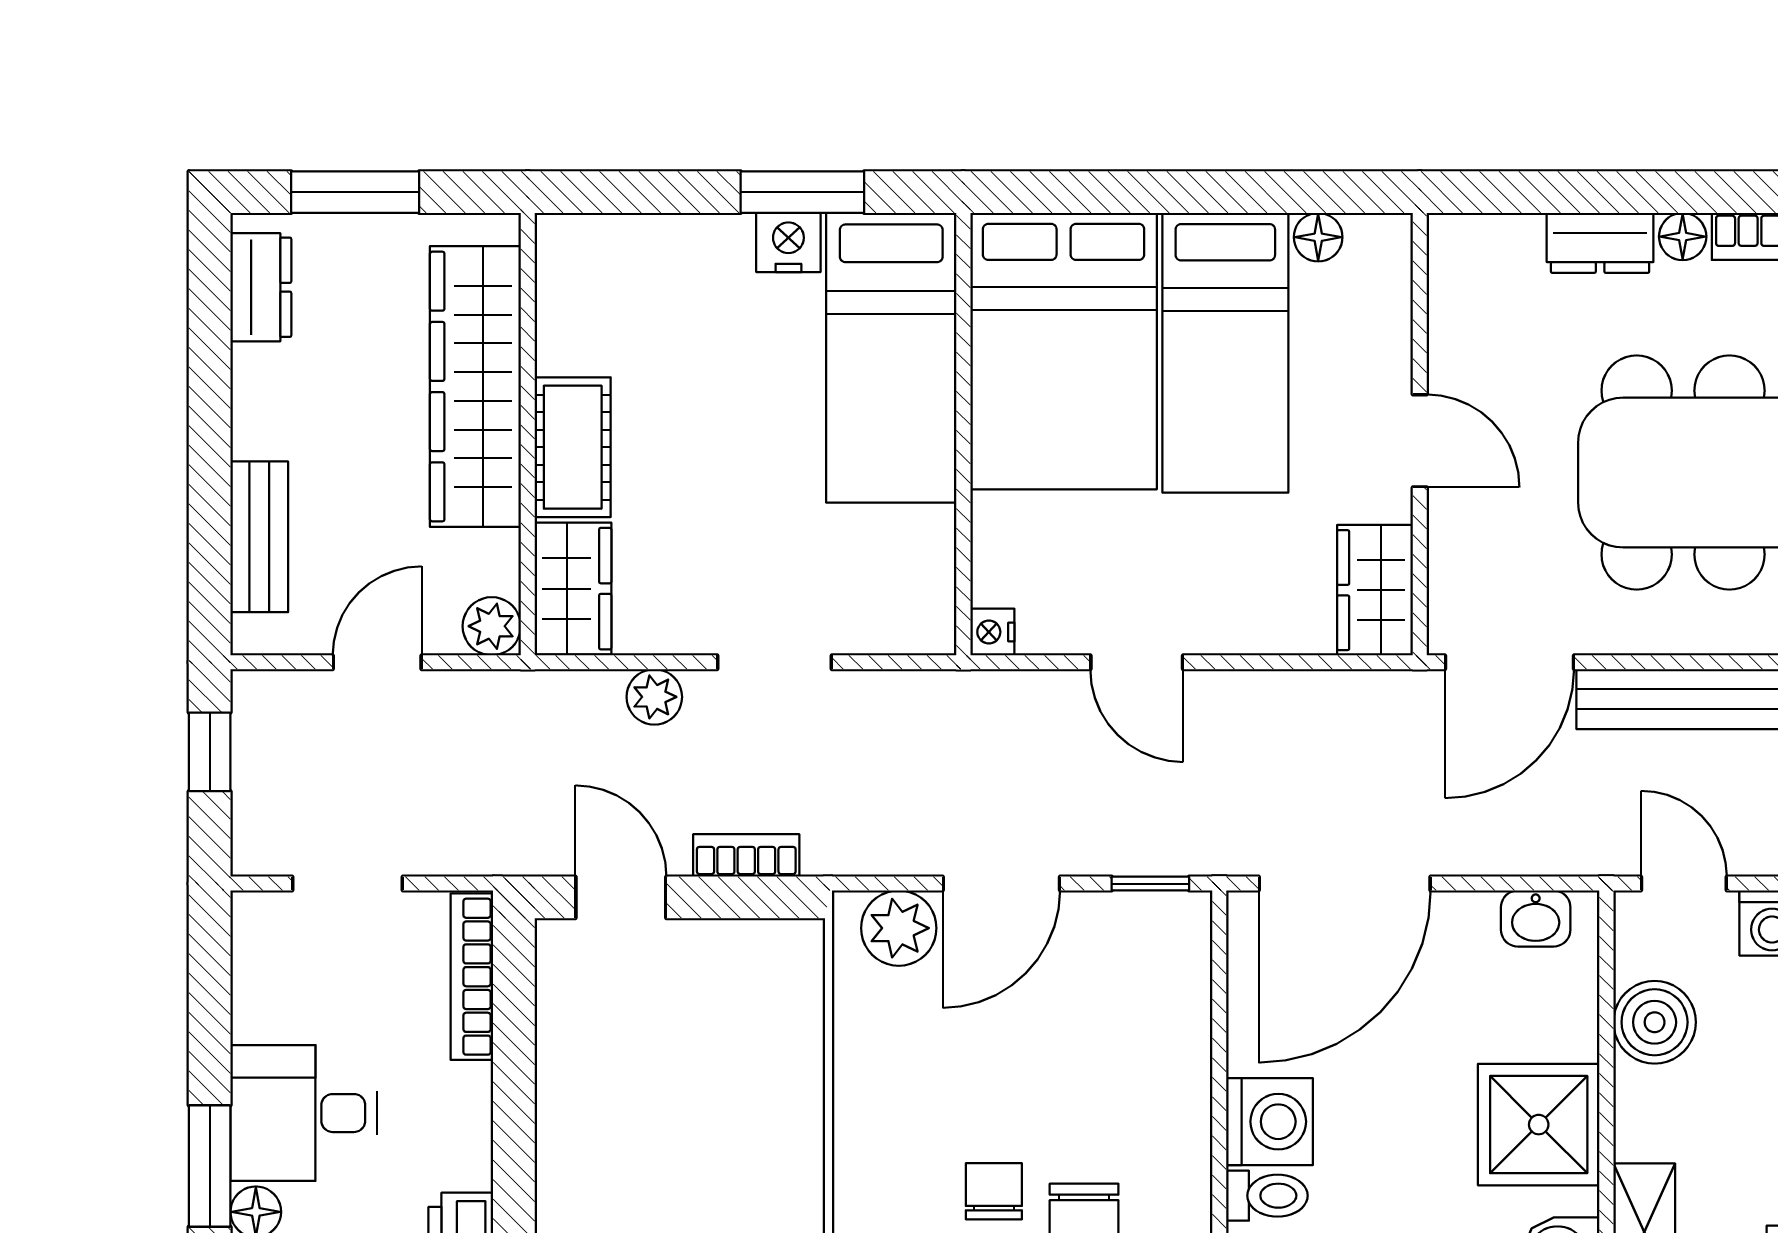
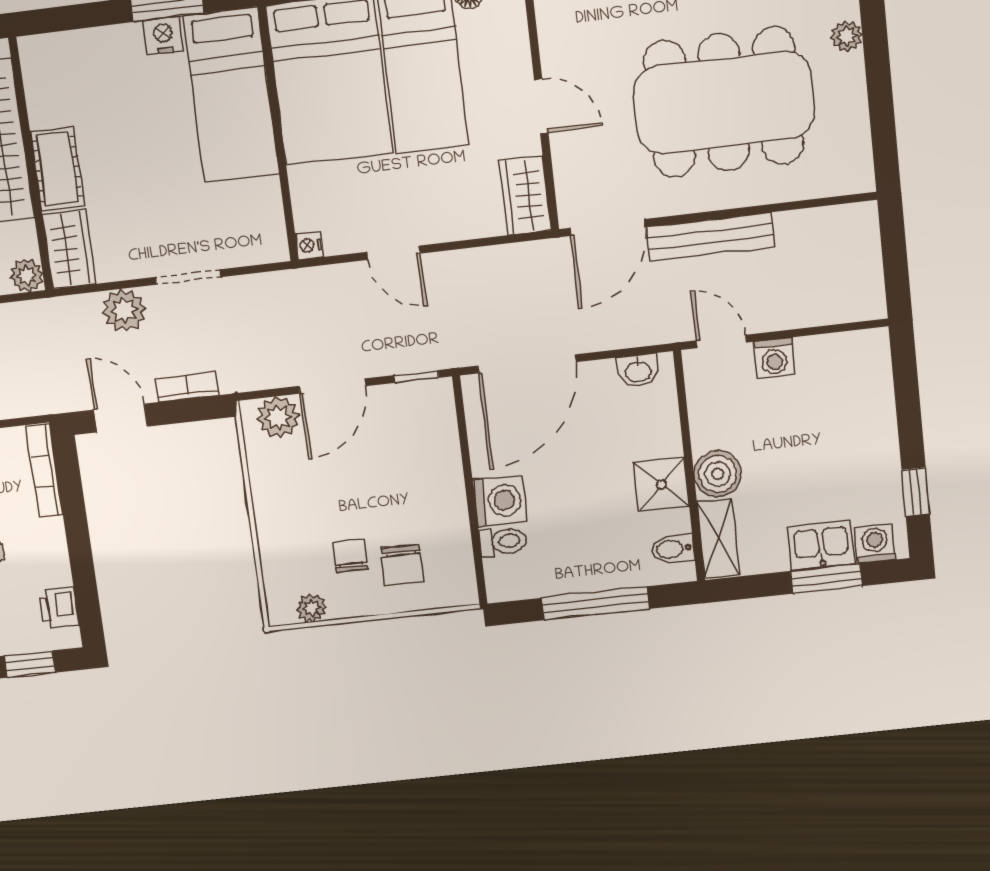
plant: (654, 697) -> (124, 310), width x1.38, depth x1.38
boiler: (1655, 1022) -> (718, 474), moved
shower: (1539, 1125) -> (661, 485), width x0.73, depth x0.73

